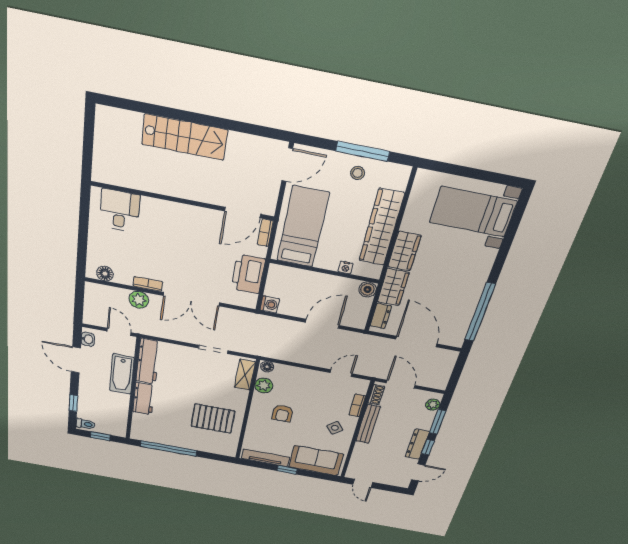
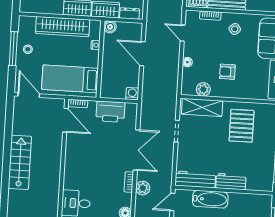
floor lamp: (267, 367) -> (187, 62), moved
shelving: (245, 375) -> (202, 107), width x1.50, depth x1.33
armchair: (283, 413) -> (227, 72), turned 180

